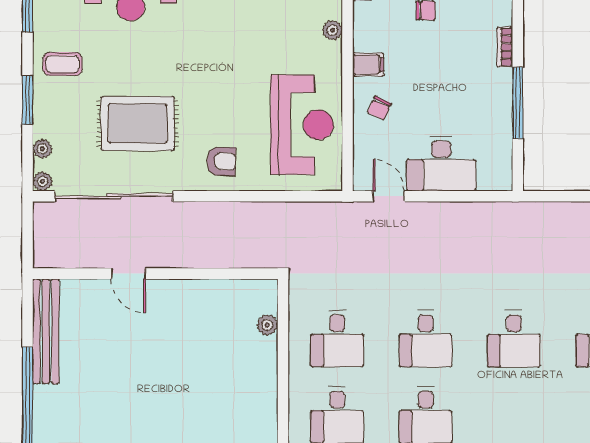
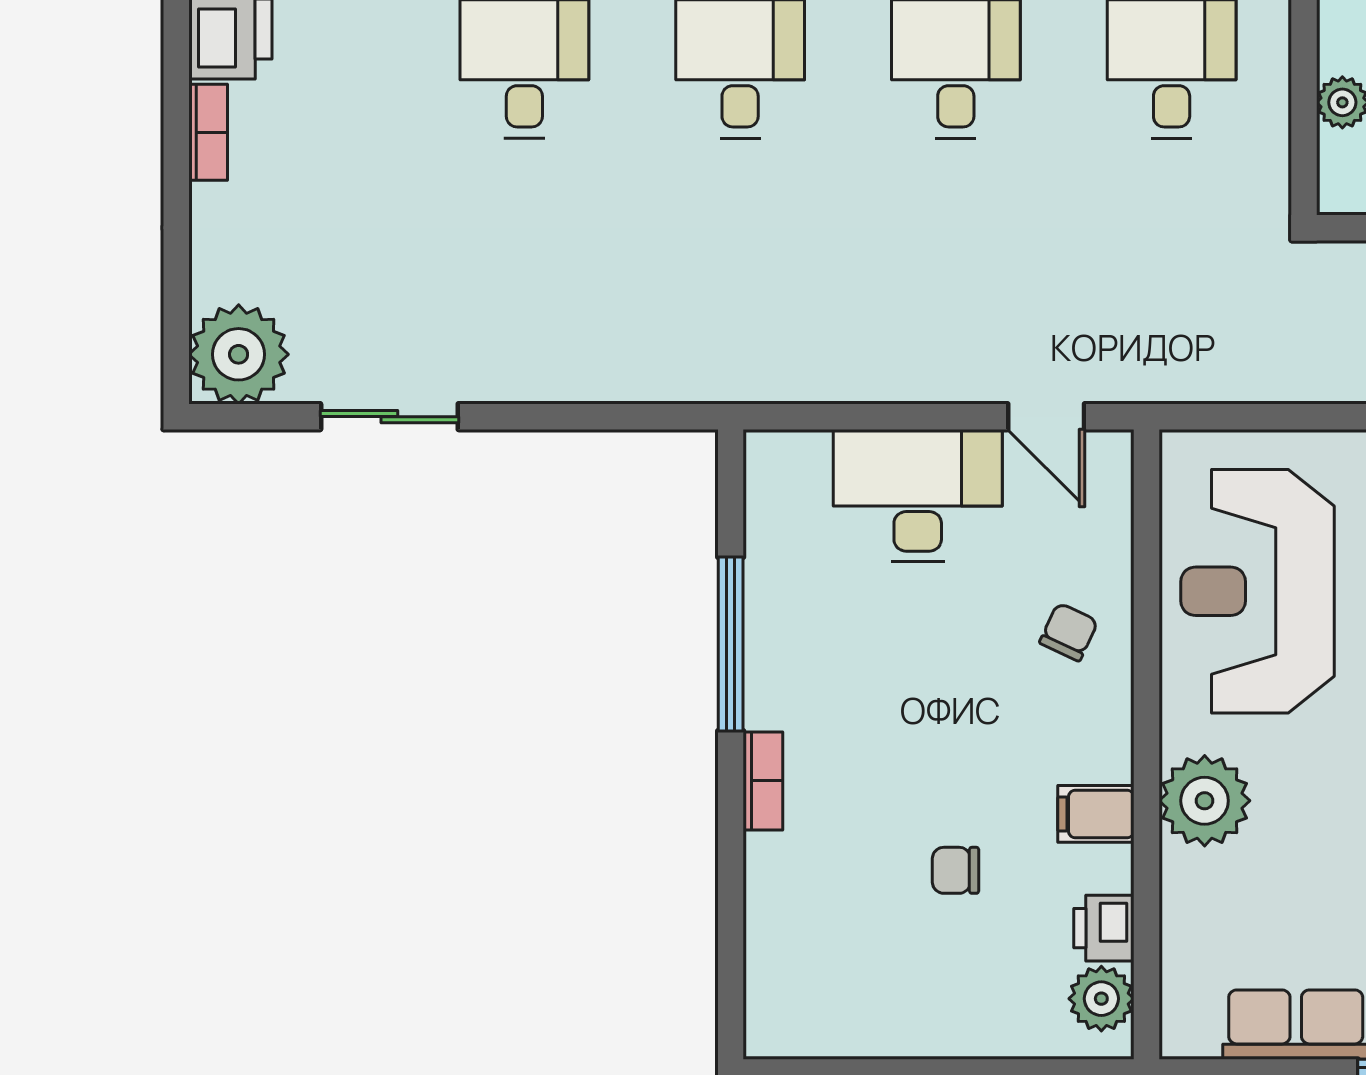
plant: (332, 30) -> (1205, 801), width x1.88, depth x1.88
filing cabinet: (368, 64) -> (1096, 814), moved

